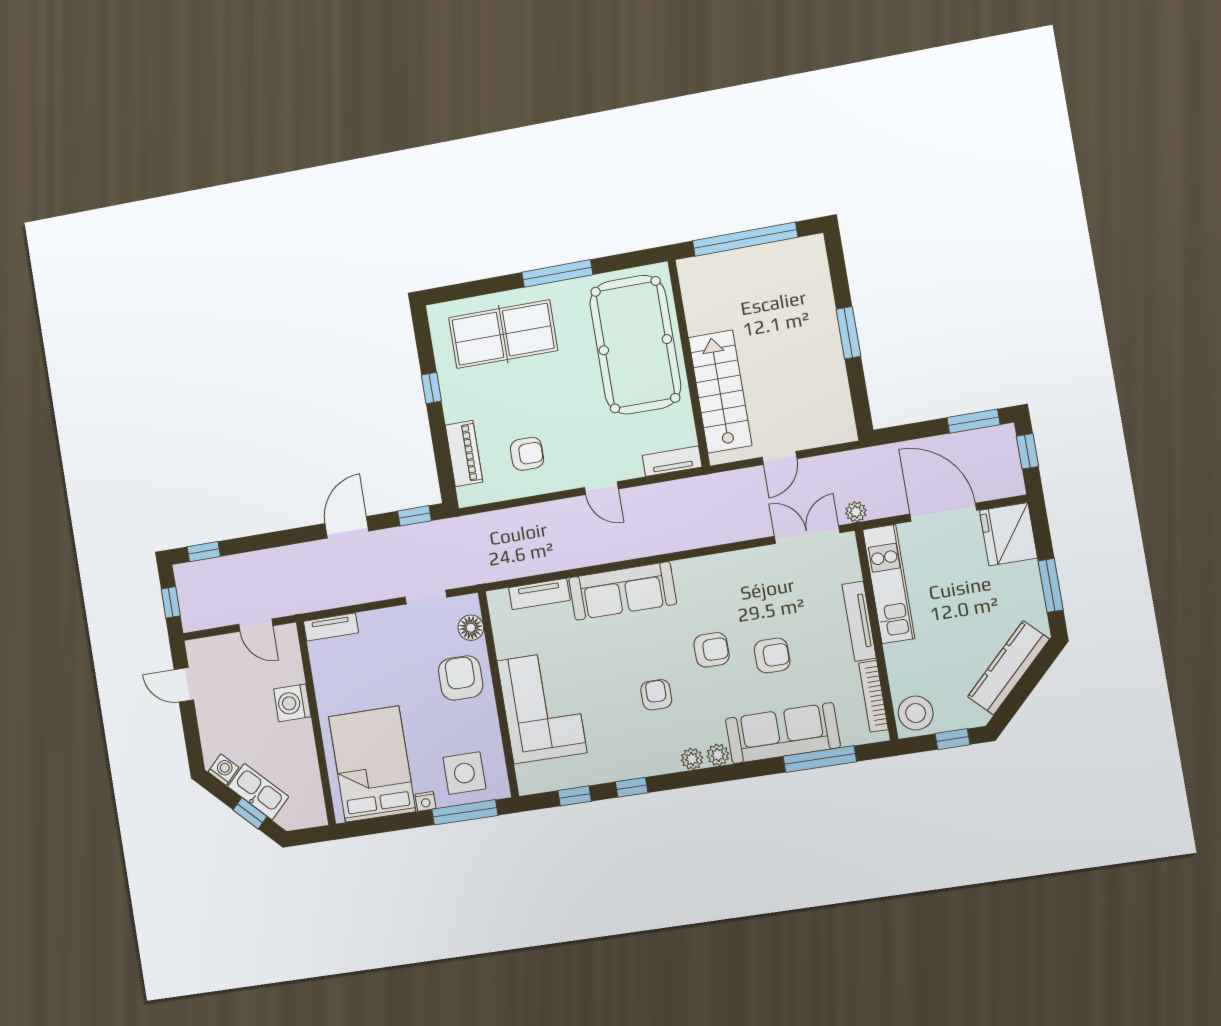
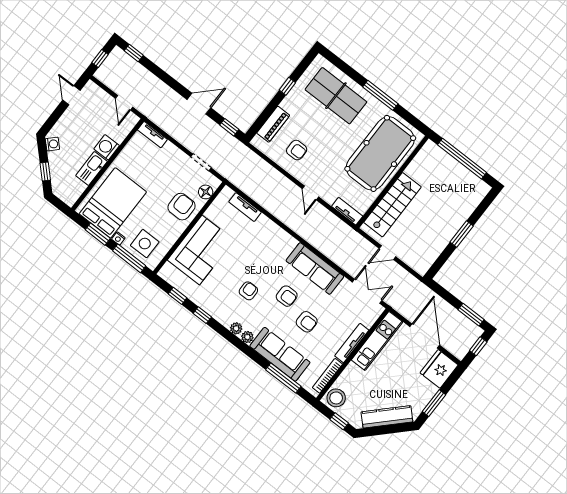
plant: (856, 512) -> (394, 302), removed
sofa: (623, 591) -> (315, 268), moved
kitchen sink: (258, 792) -> (92, 168), moved, turned -135
window: (395, 823) -> (98, 234), added

